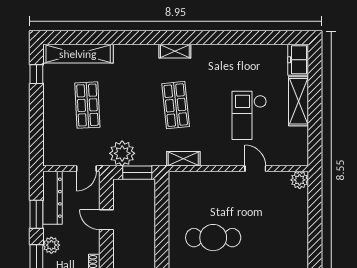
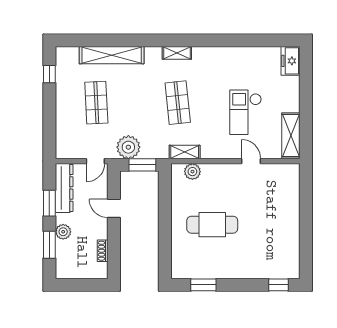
shelving: (78, 54) -> (112, 55), moved
shelving: (299, 101) -> (291, 135), moved
plant: (300, 180) -> (192, 172), moved

